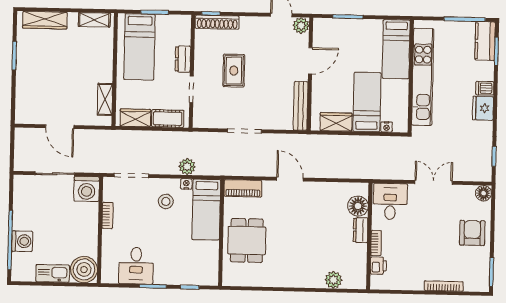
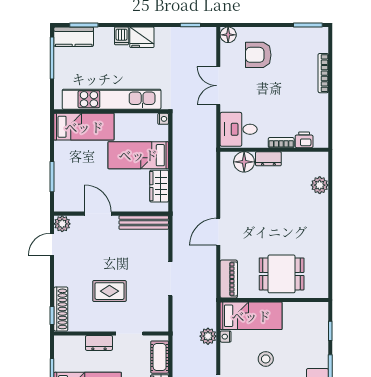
nightstand: (387, 127) -> (163, 119), moved
stool: (166, 201) -> (266, 359), moved
armchair: (472, 233) -> (258, 55), moved

